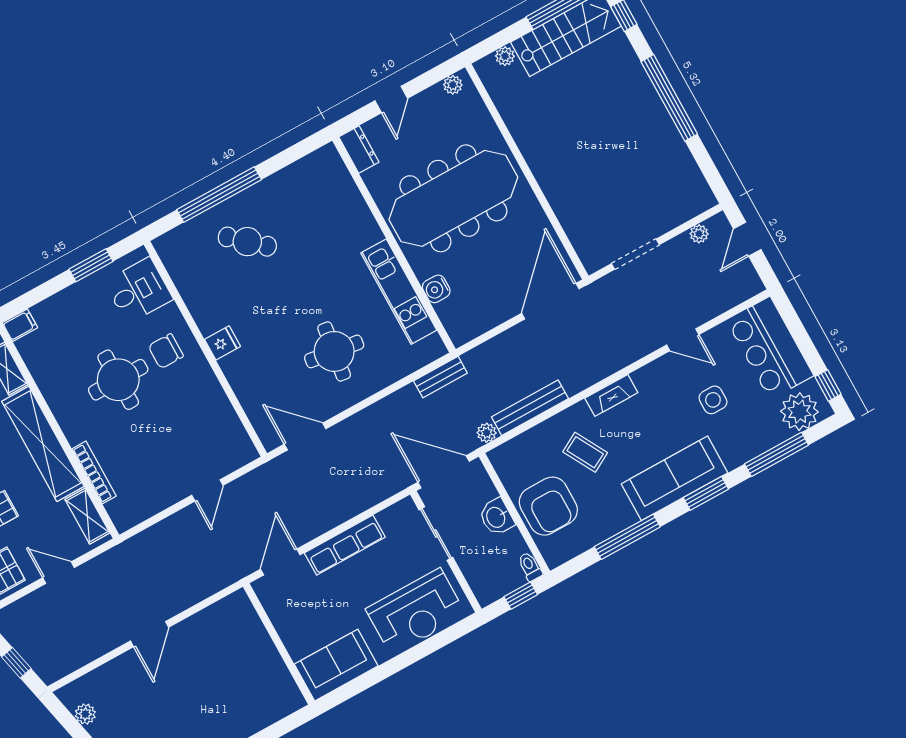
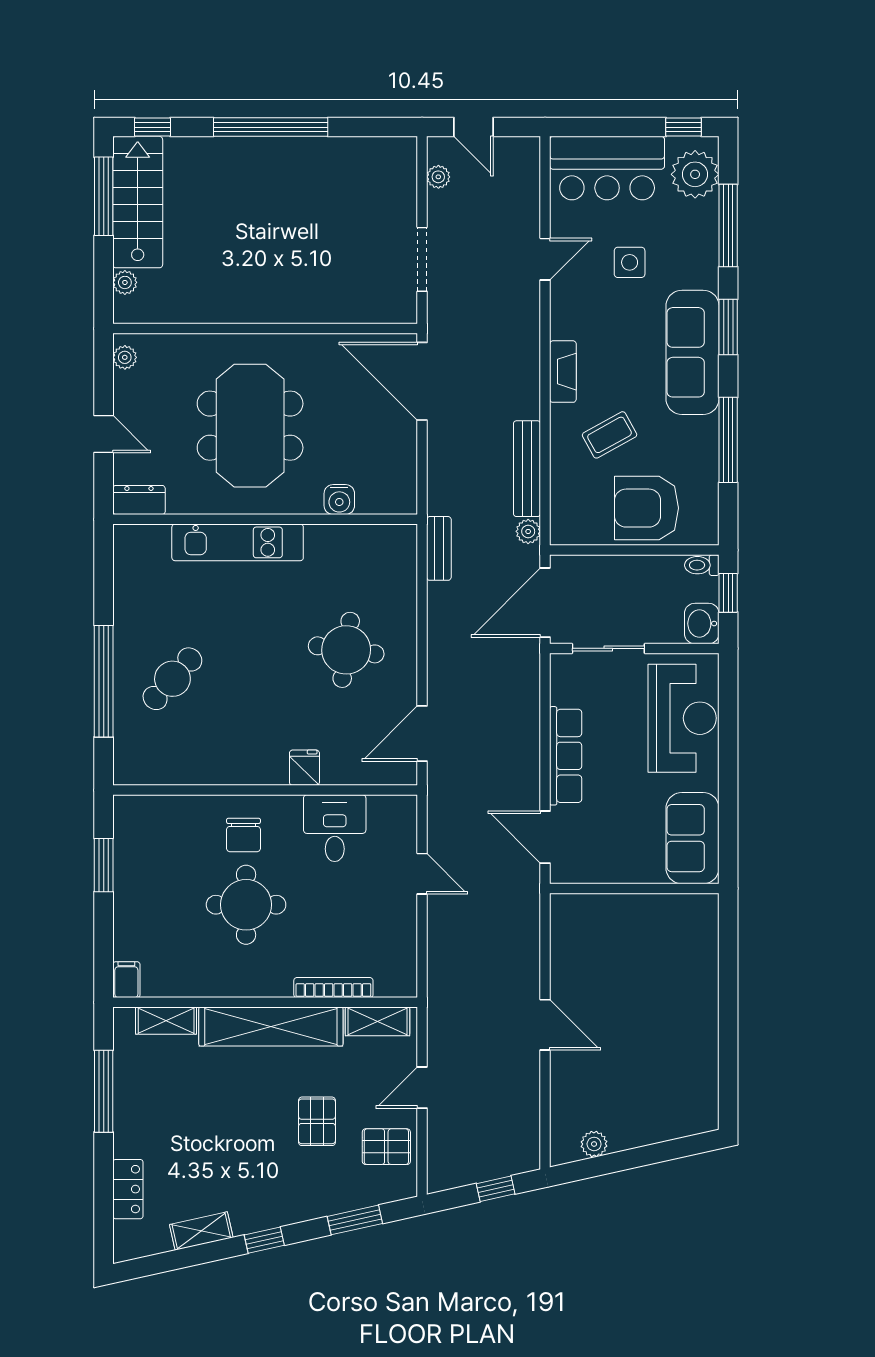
meeting table: (453, 198) -> (250, 426), width x0.73
desk: (139, 291) -> (335, 828), moved
kitchen unit: (399, 292) -> (238, 542), moved
fridge: (222, 343) -> (304, 768), moved
armchair: (548, 506) -> (646, 508), turned 180
washbasin: (496, 517) -> (702, 624), moved, turned 90

